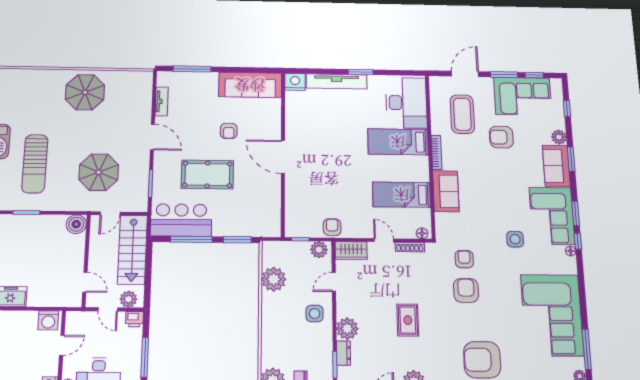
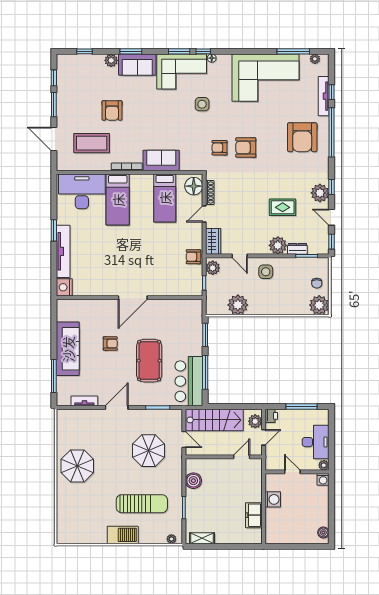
sofa: (250, 85) -> (68, 349), moved
corner sofa: (523, 96) -> (74, 90), removed
boiler: (76, 224) -> (193, 481), moved
floor lamp: (422, 233) -> (194, 186), width x1.89, depth x1.89
washing machine: (48, 320) -> (273, 499), moved
rug: (408, 320) -> (283, 207), moved

